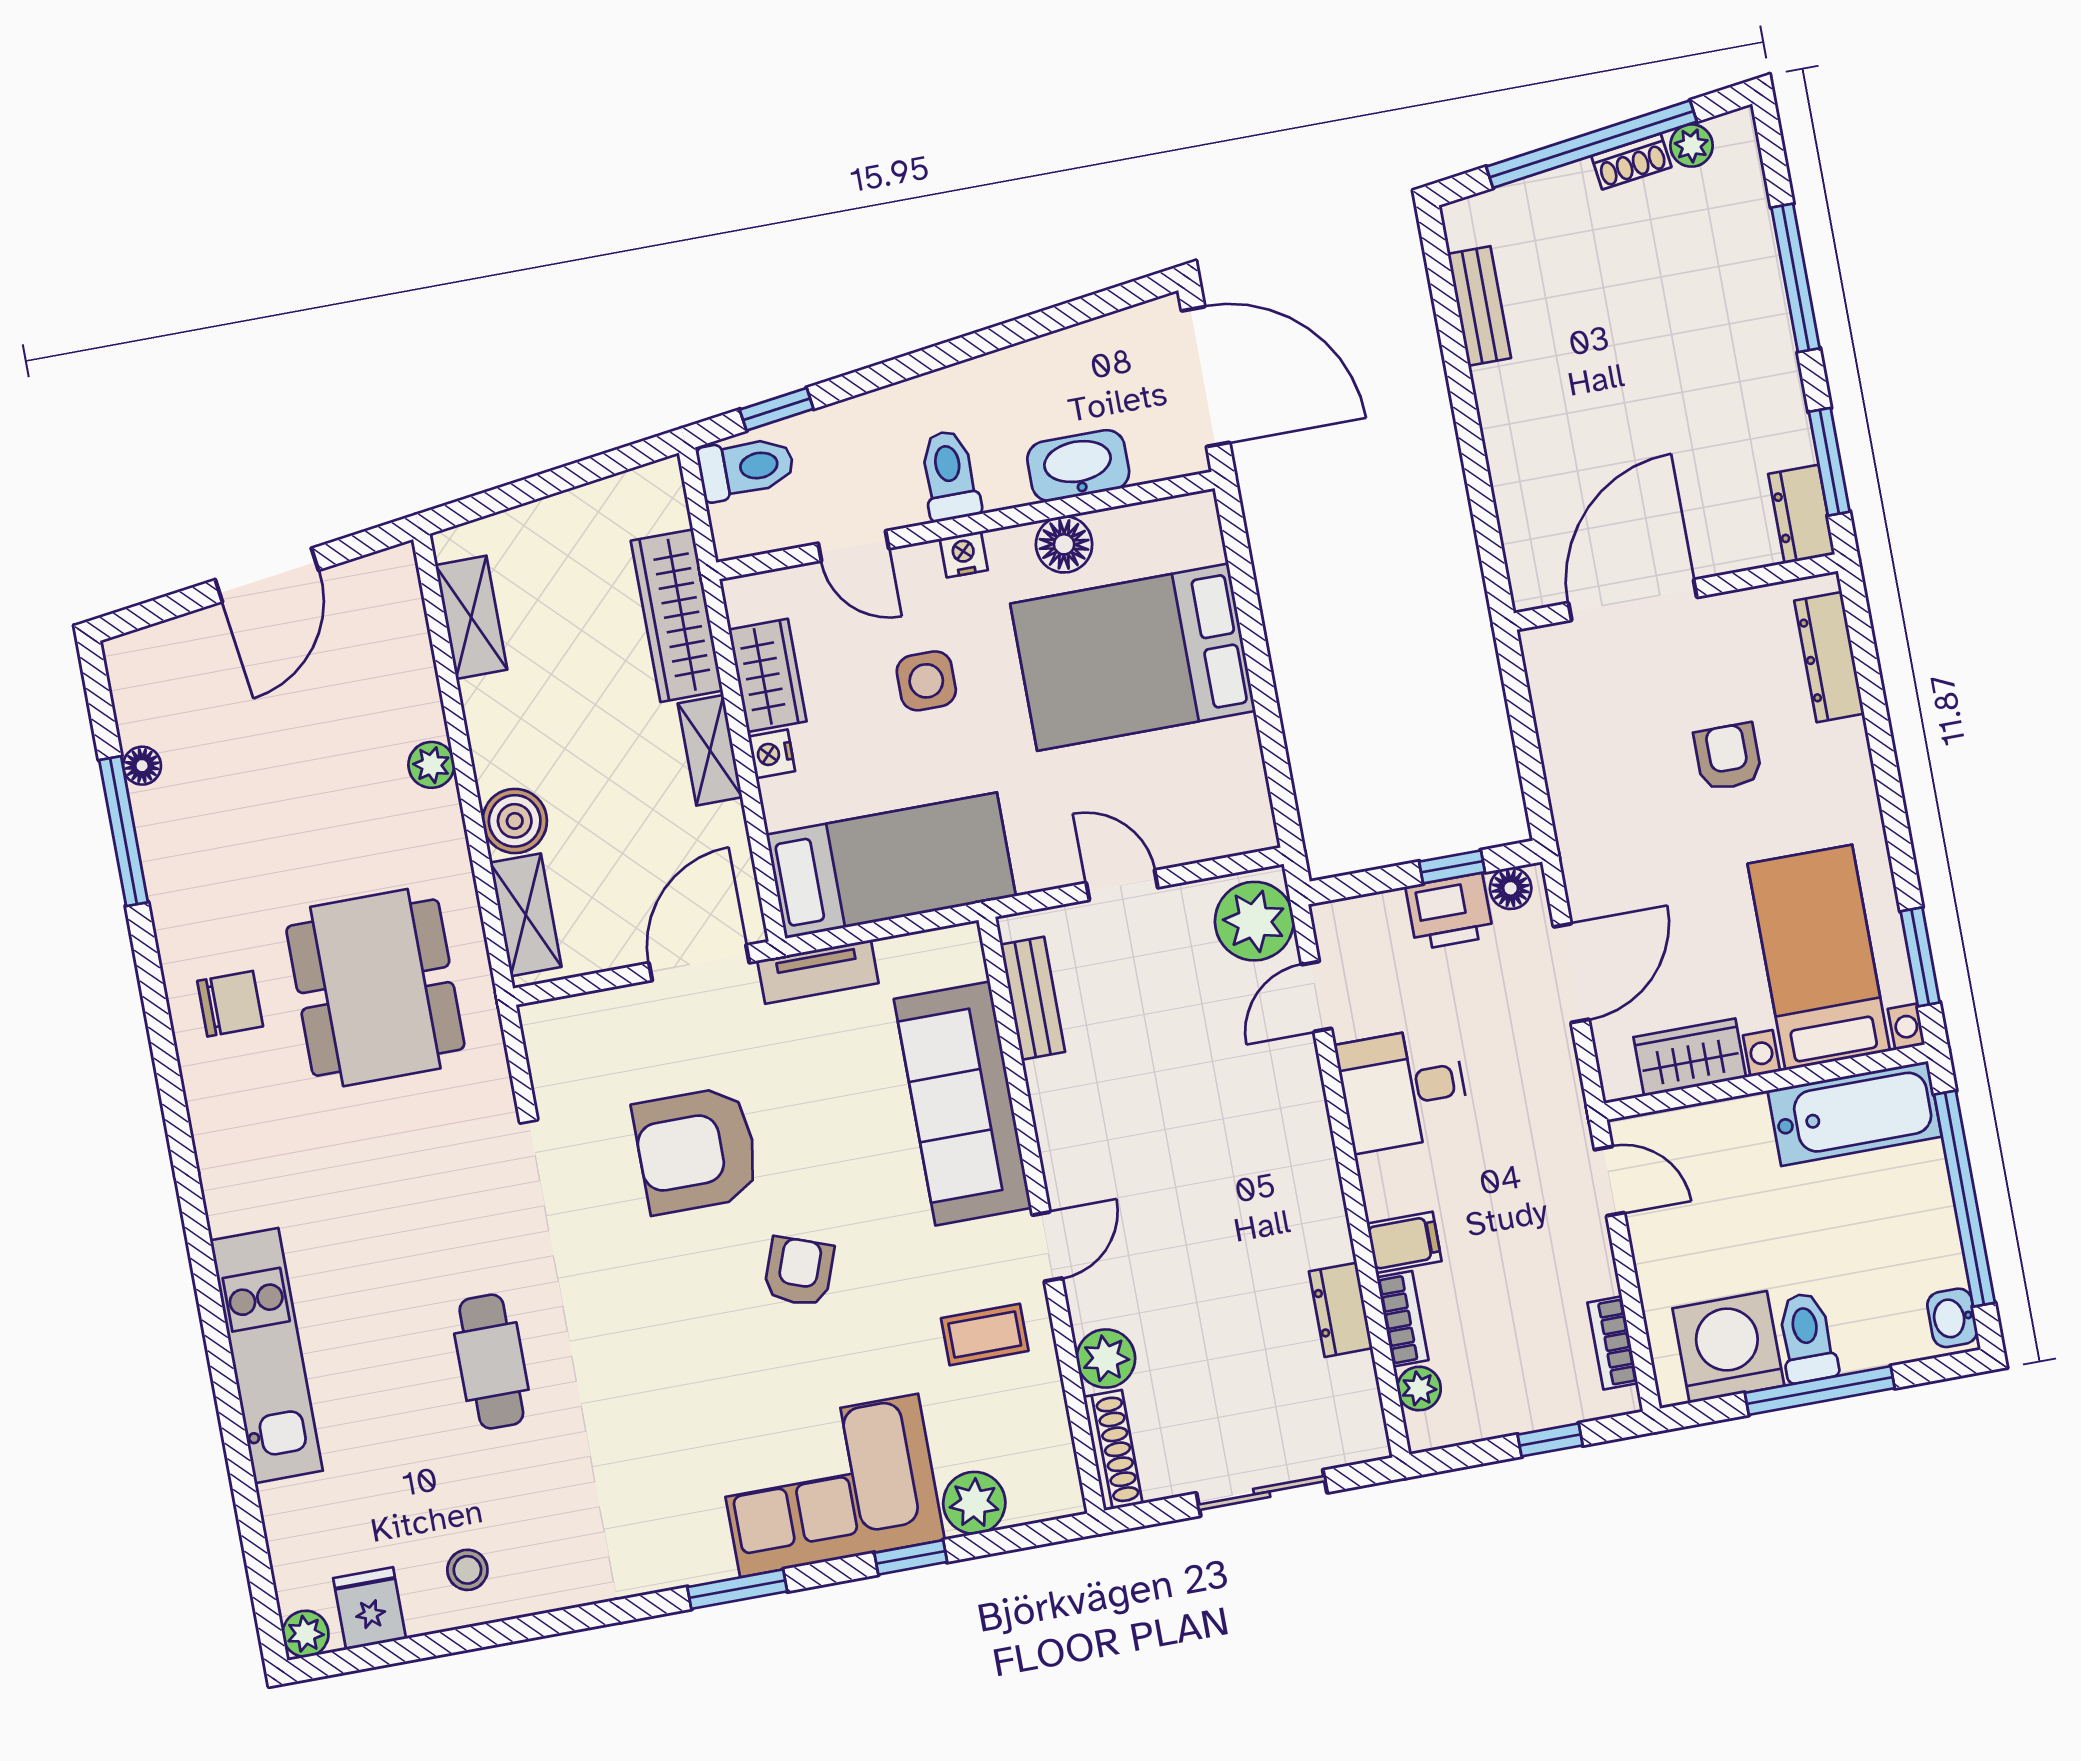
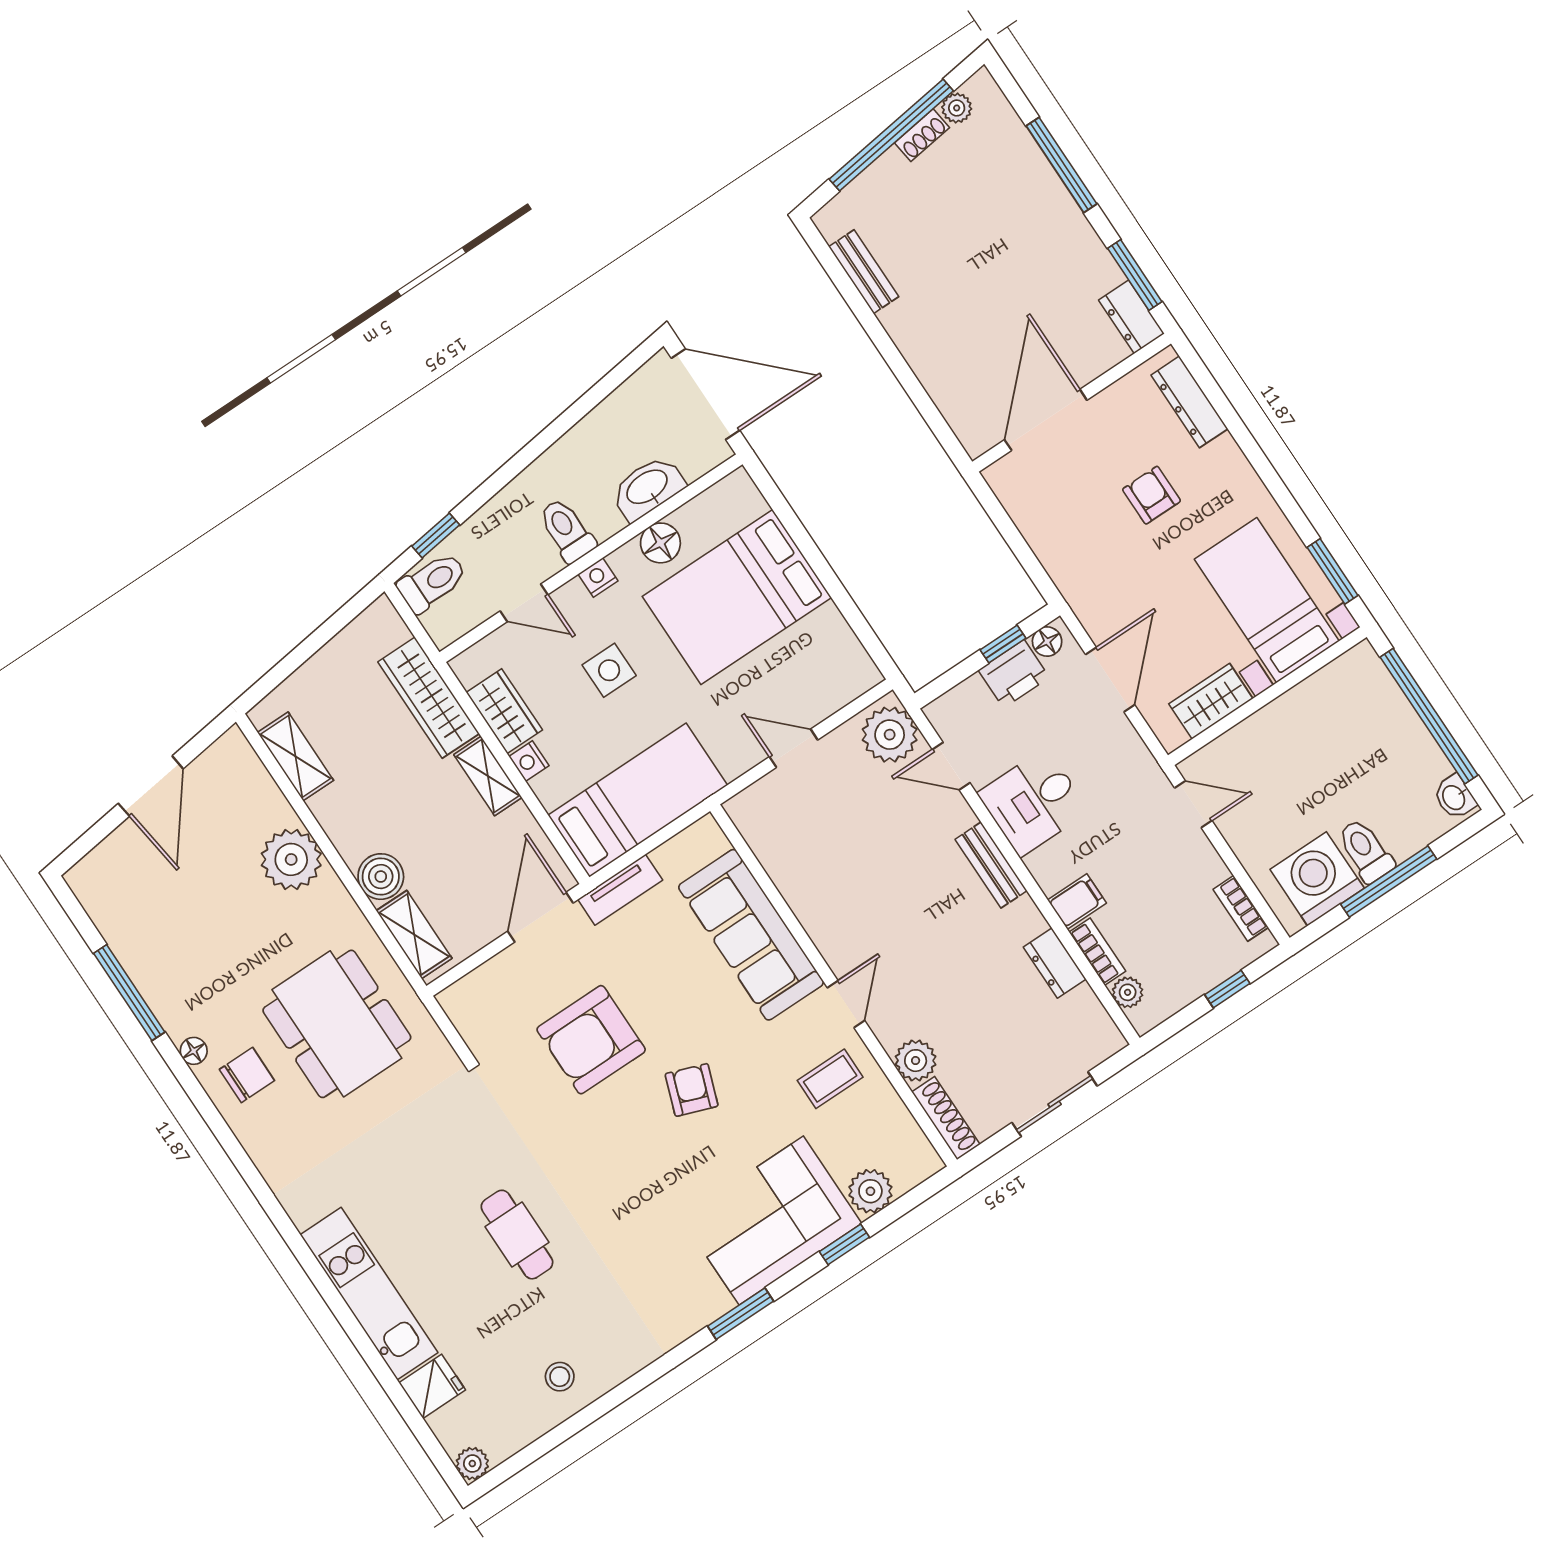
plant: (431, 765) -> (291, 859), width x1.87, depth x1.87
floor lamp: (142, 766) -> (194, 1051), moved
door: (1317, 996) -> (951, 766), hinge flipped
bench: (1033, 998) -> (991, 865), moved
bathtub: (1855, 1114) -> (1334, 692), removed
fridge: (370, 1608) -> (432, 1386), moved, turned 90

